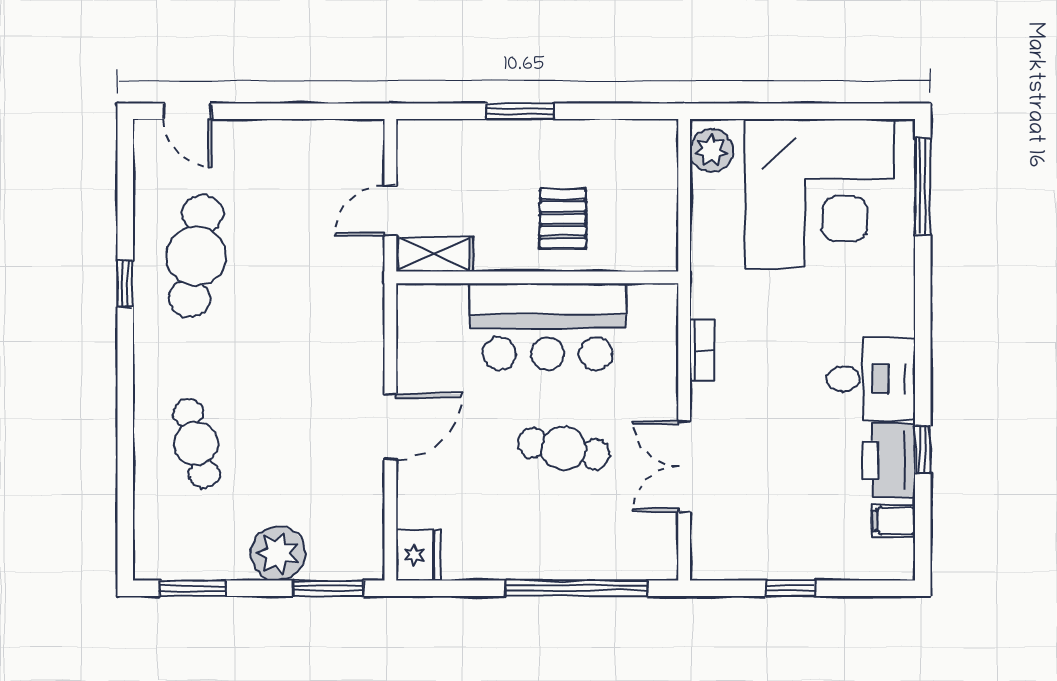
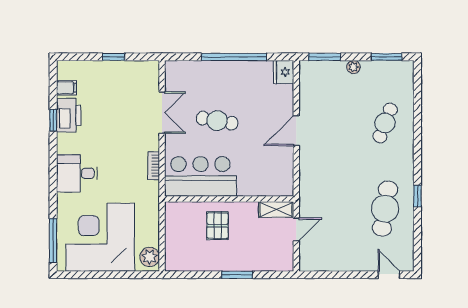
bar counter: (548, 327) -> (200, 176), moved
desk: (871, 379) -> (77, 173), moved
cafe table: (196, 444) -> (385, 123), turned 36
plant: (278, 553) -> (353, 67), width x0.53, depth x0.53
window: (576, 588) -> (234, 57), moved

